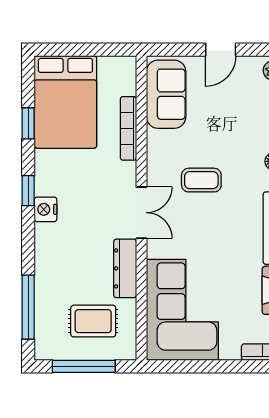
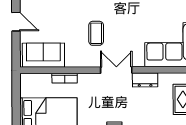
bookcase: (128, 128) -> (65, 78), width x0.64
dresser: (125, 268) -> (145, 80), width x0.70

